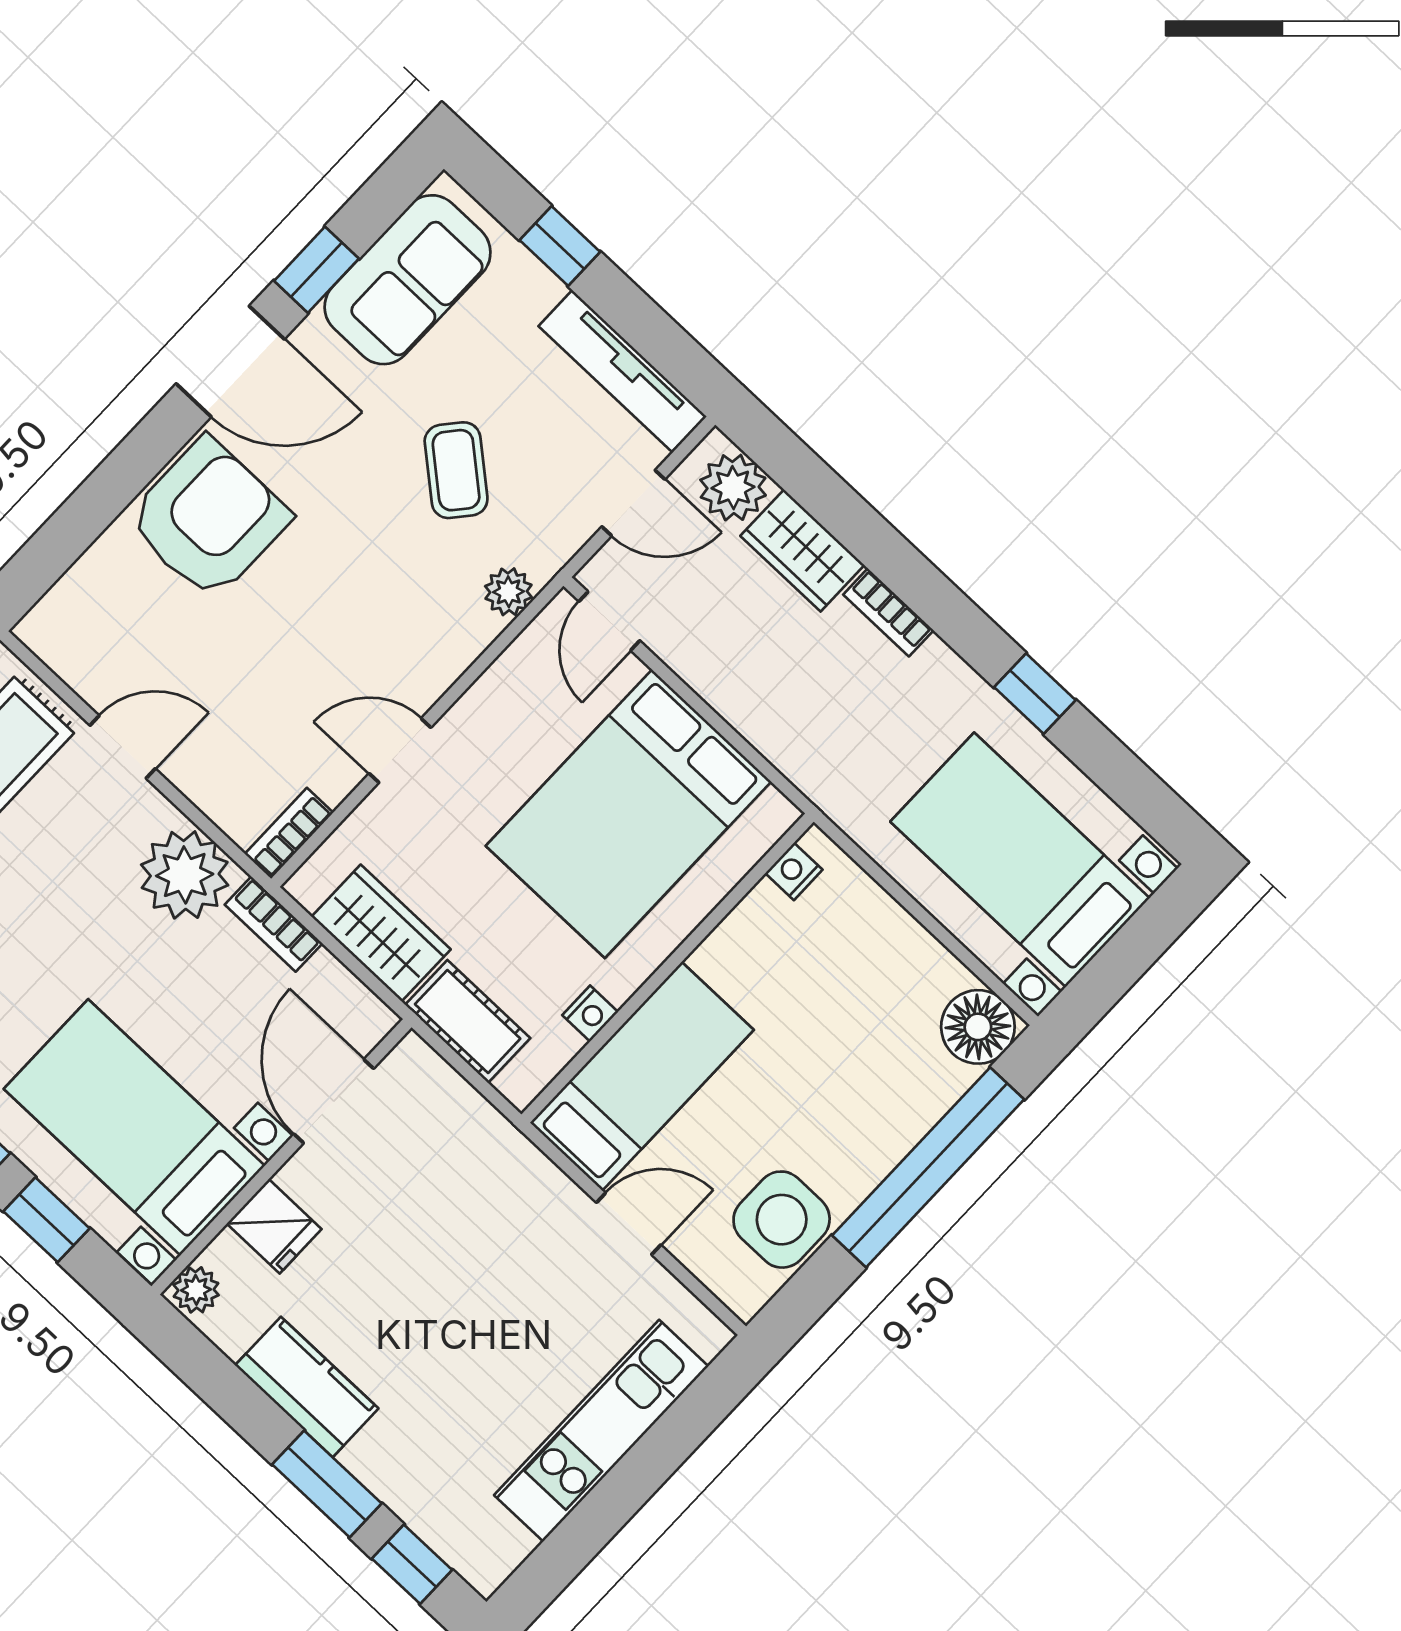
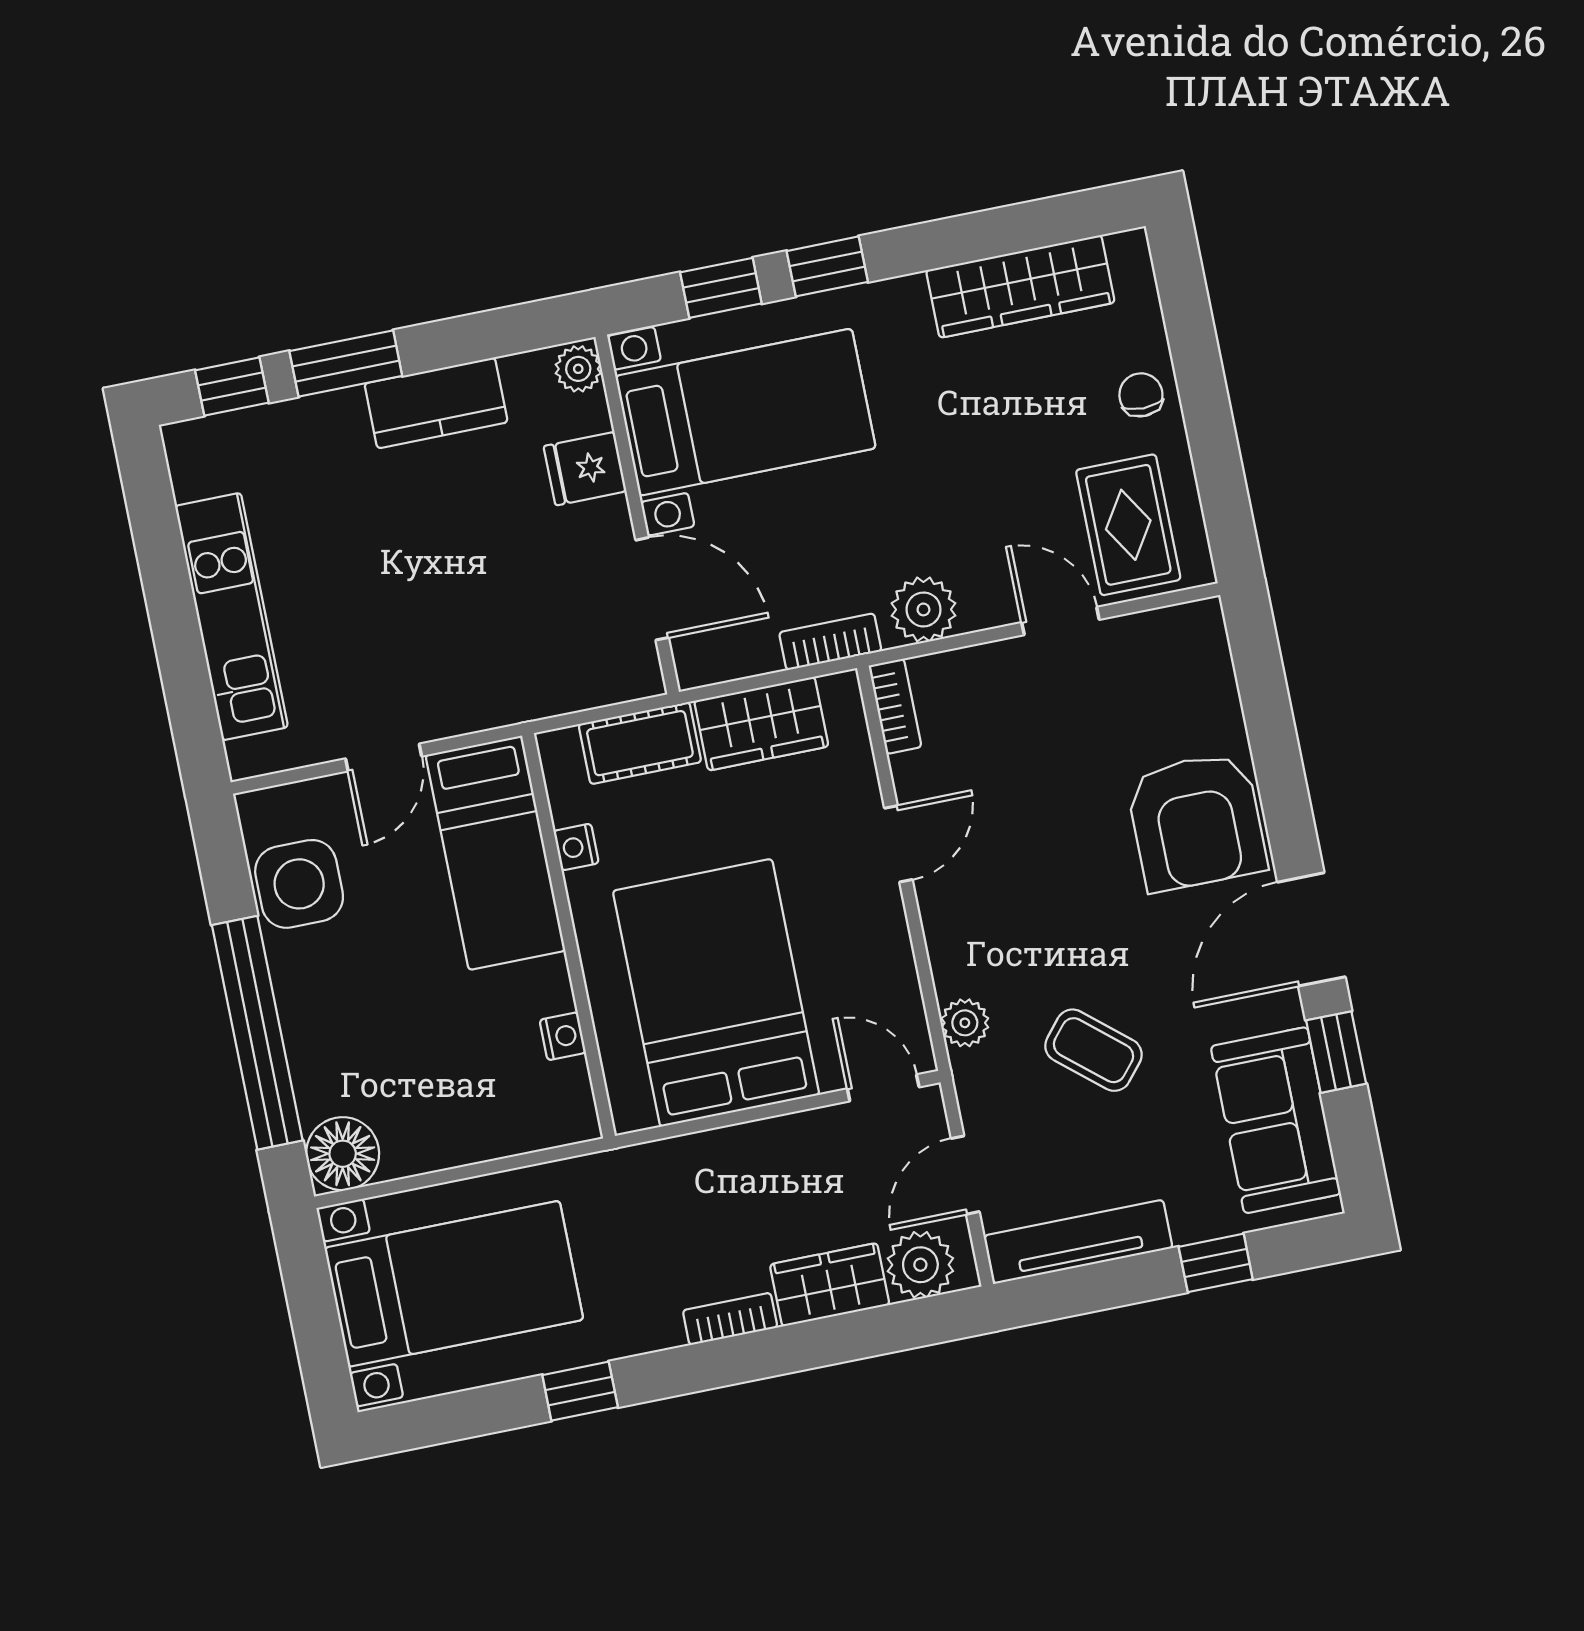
door: (123, 747) -> (1060, 621), swing flipped
nightstand: (794, 871) -> (563, 1036), moved
plant: (185, 875) -> (923, 609), width x0.73, depth x0.73

